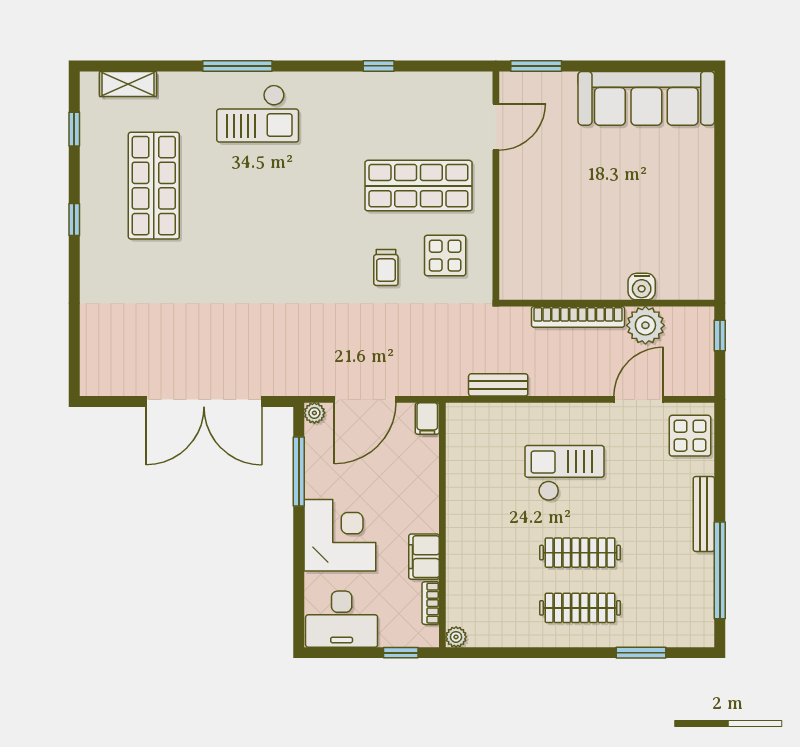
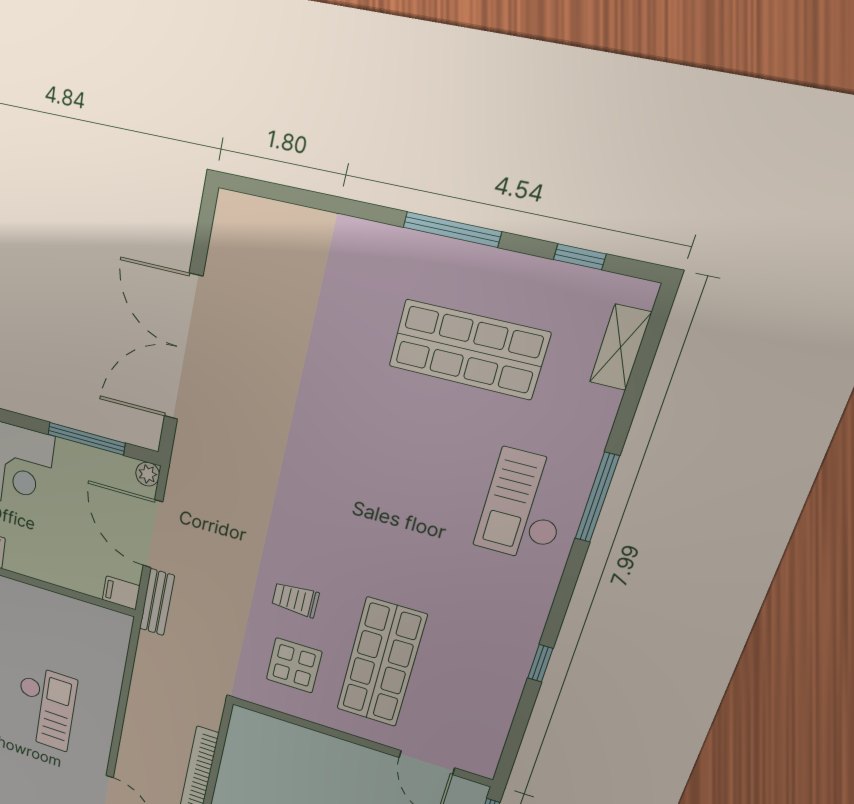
window: (74, 219) -> (452, 229), width x2.17
bench: (498, 385) -> (157, 602), moved

